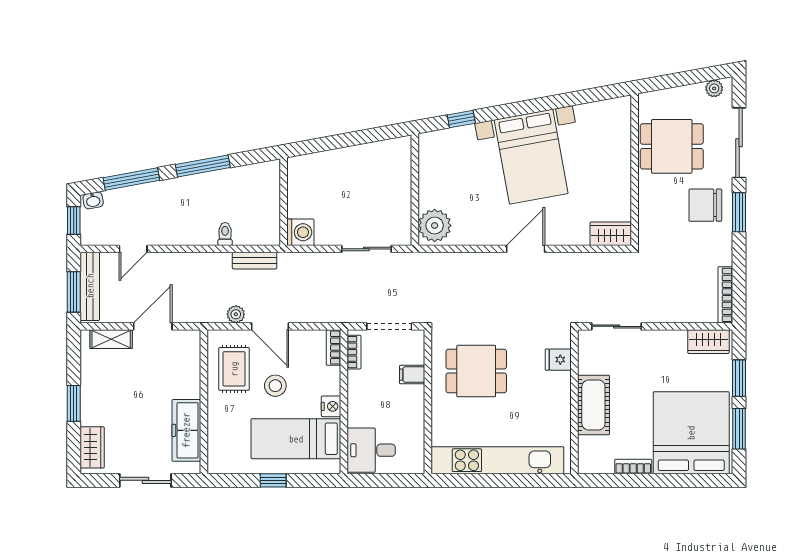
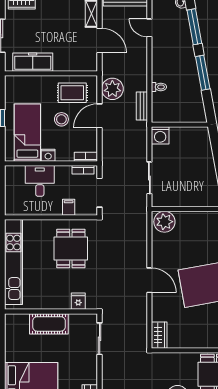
plant: (236, 314) -> (112, 89), width x1.88, depth x1.88
desk: (371, 450) -> (40, 181), moved
bookcase: (633, 467) -> (9, 349), removed

